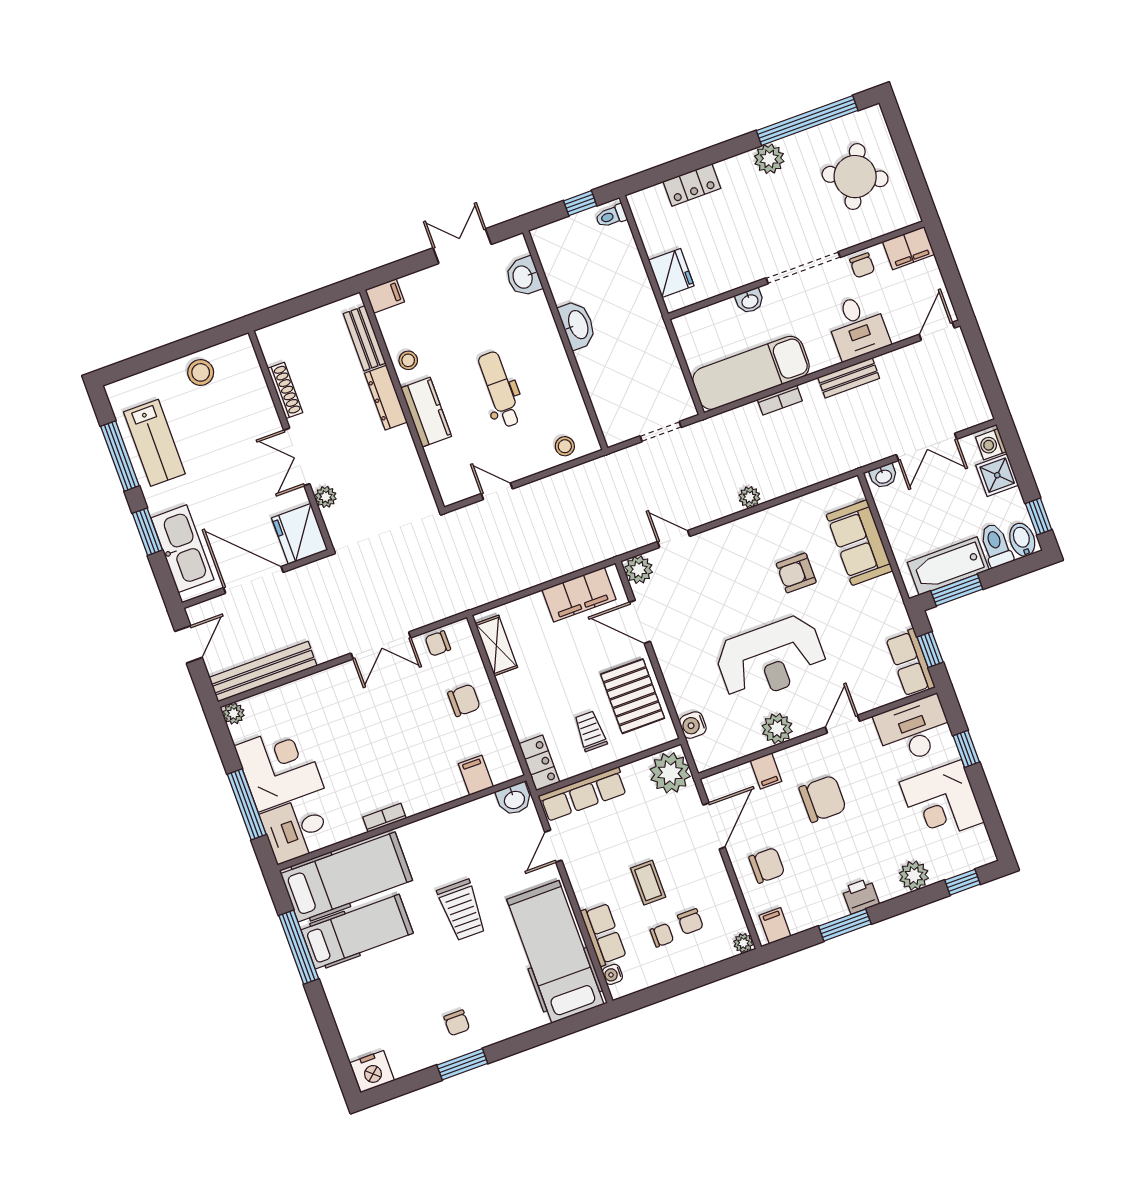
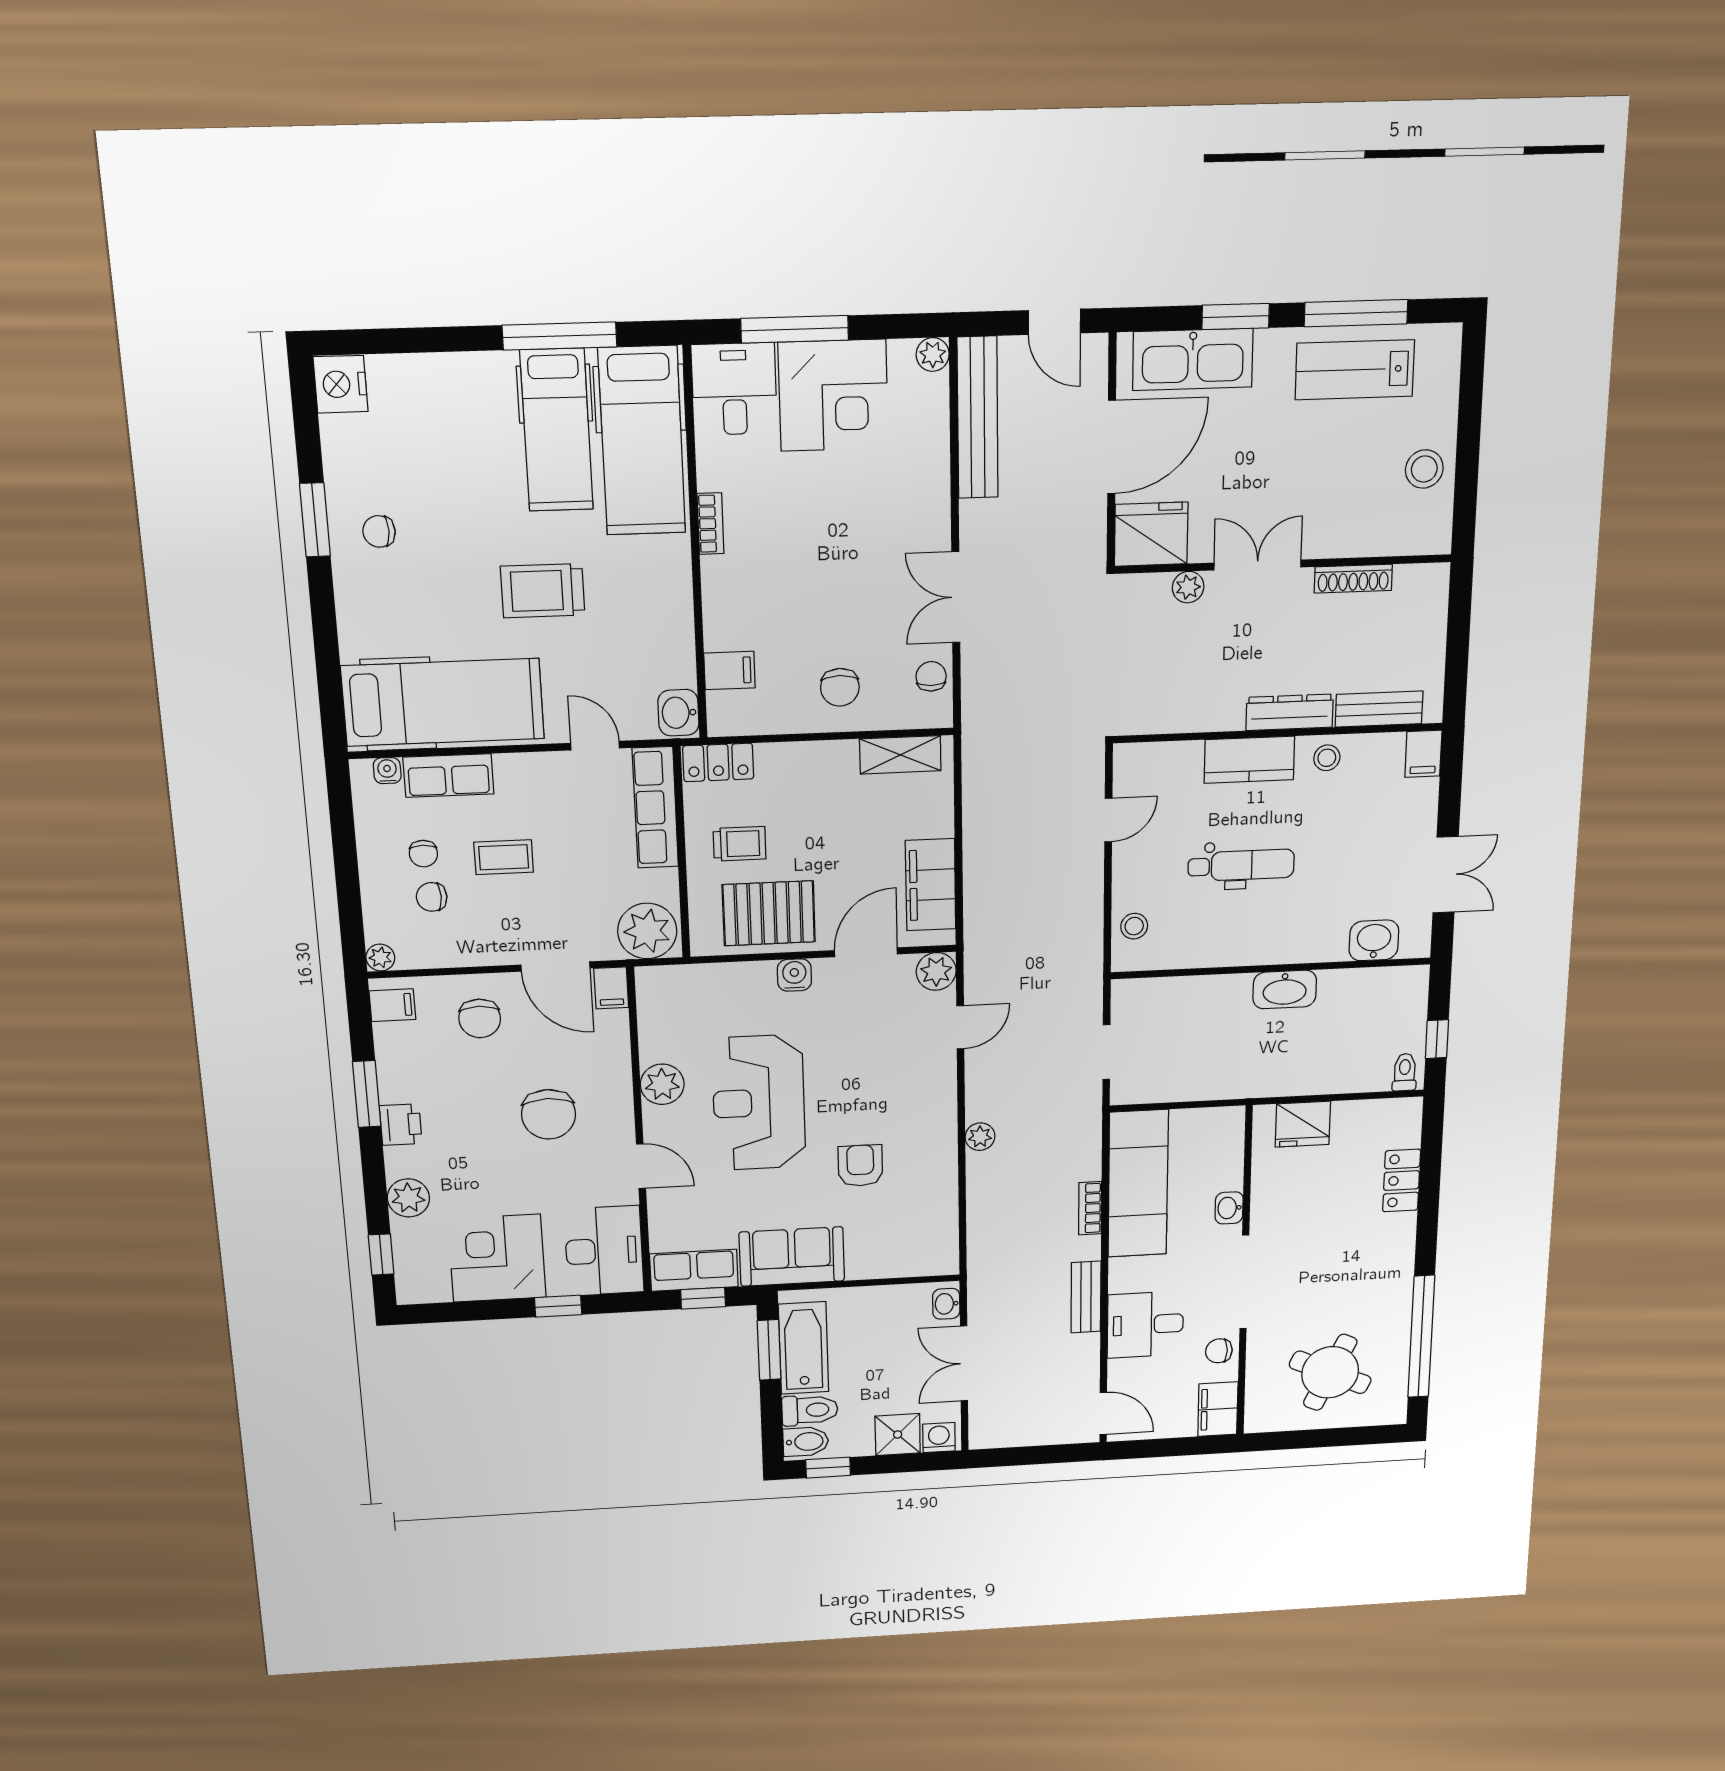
plant: (769, 159) -> (1394, 1280), removed
sofa: (859, 543) -> (792, 1257), moved
water cooler: (693, 725) -> (794, 975), moved
filing cabinet: (766, 771) -> (611, 988), moved, turned -90

